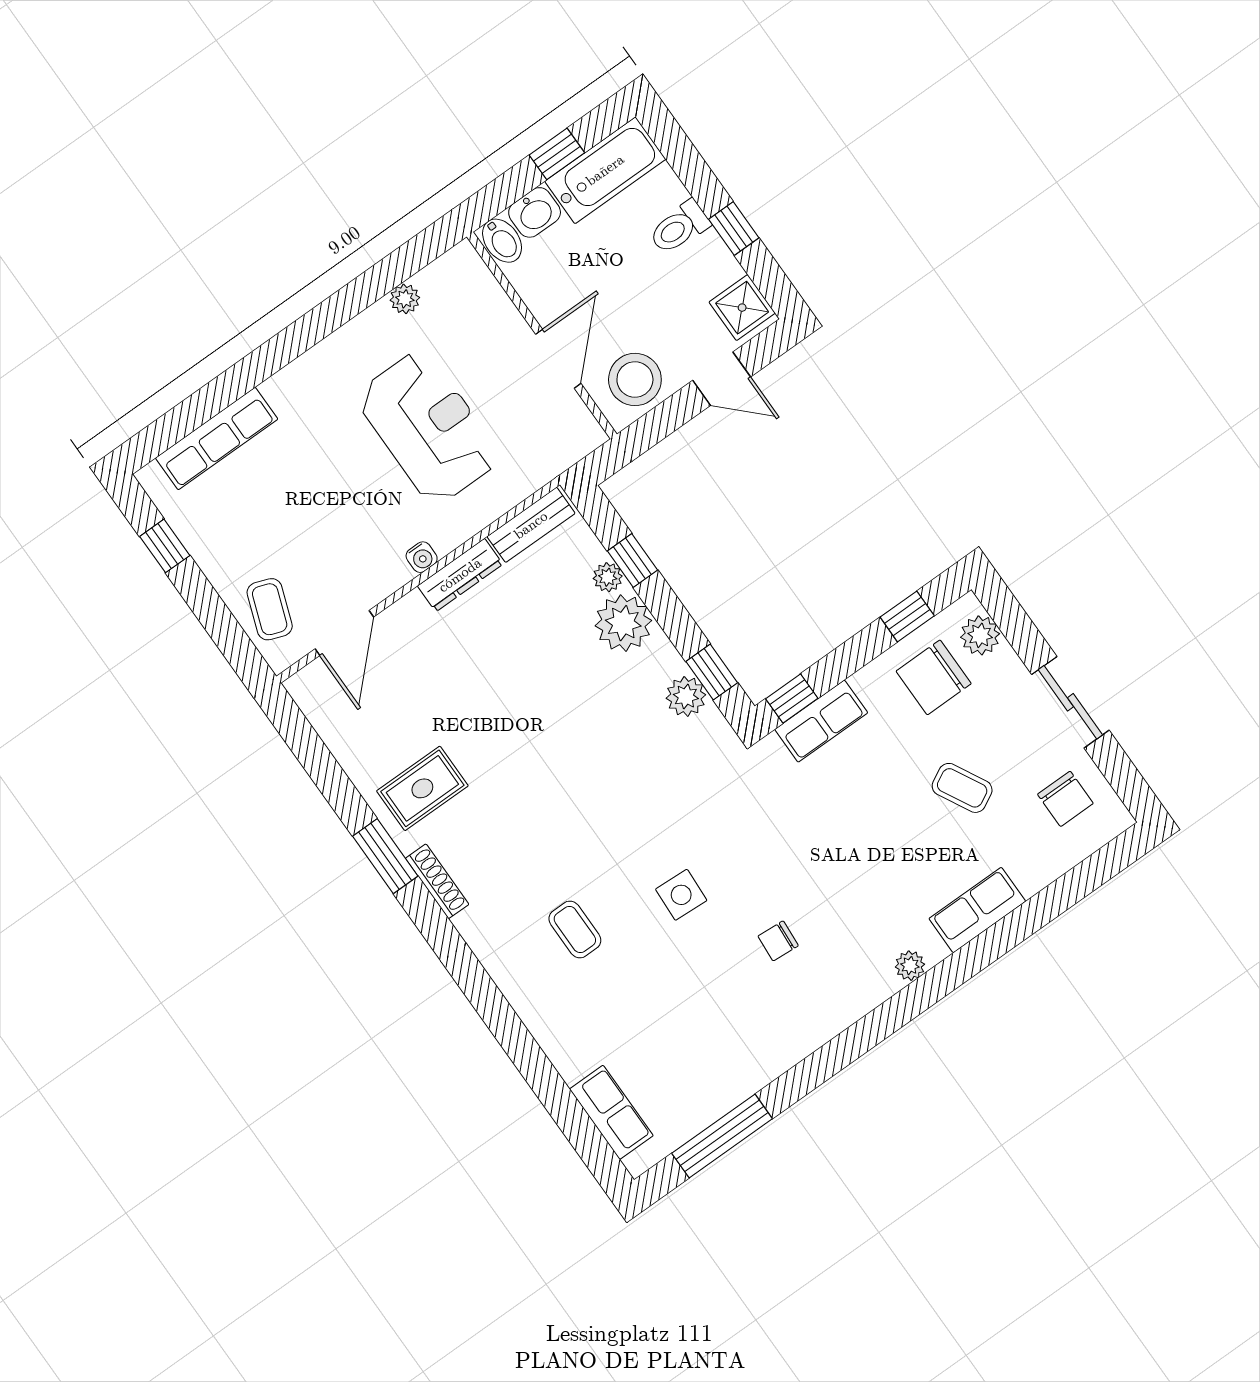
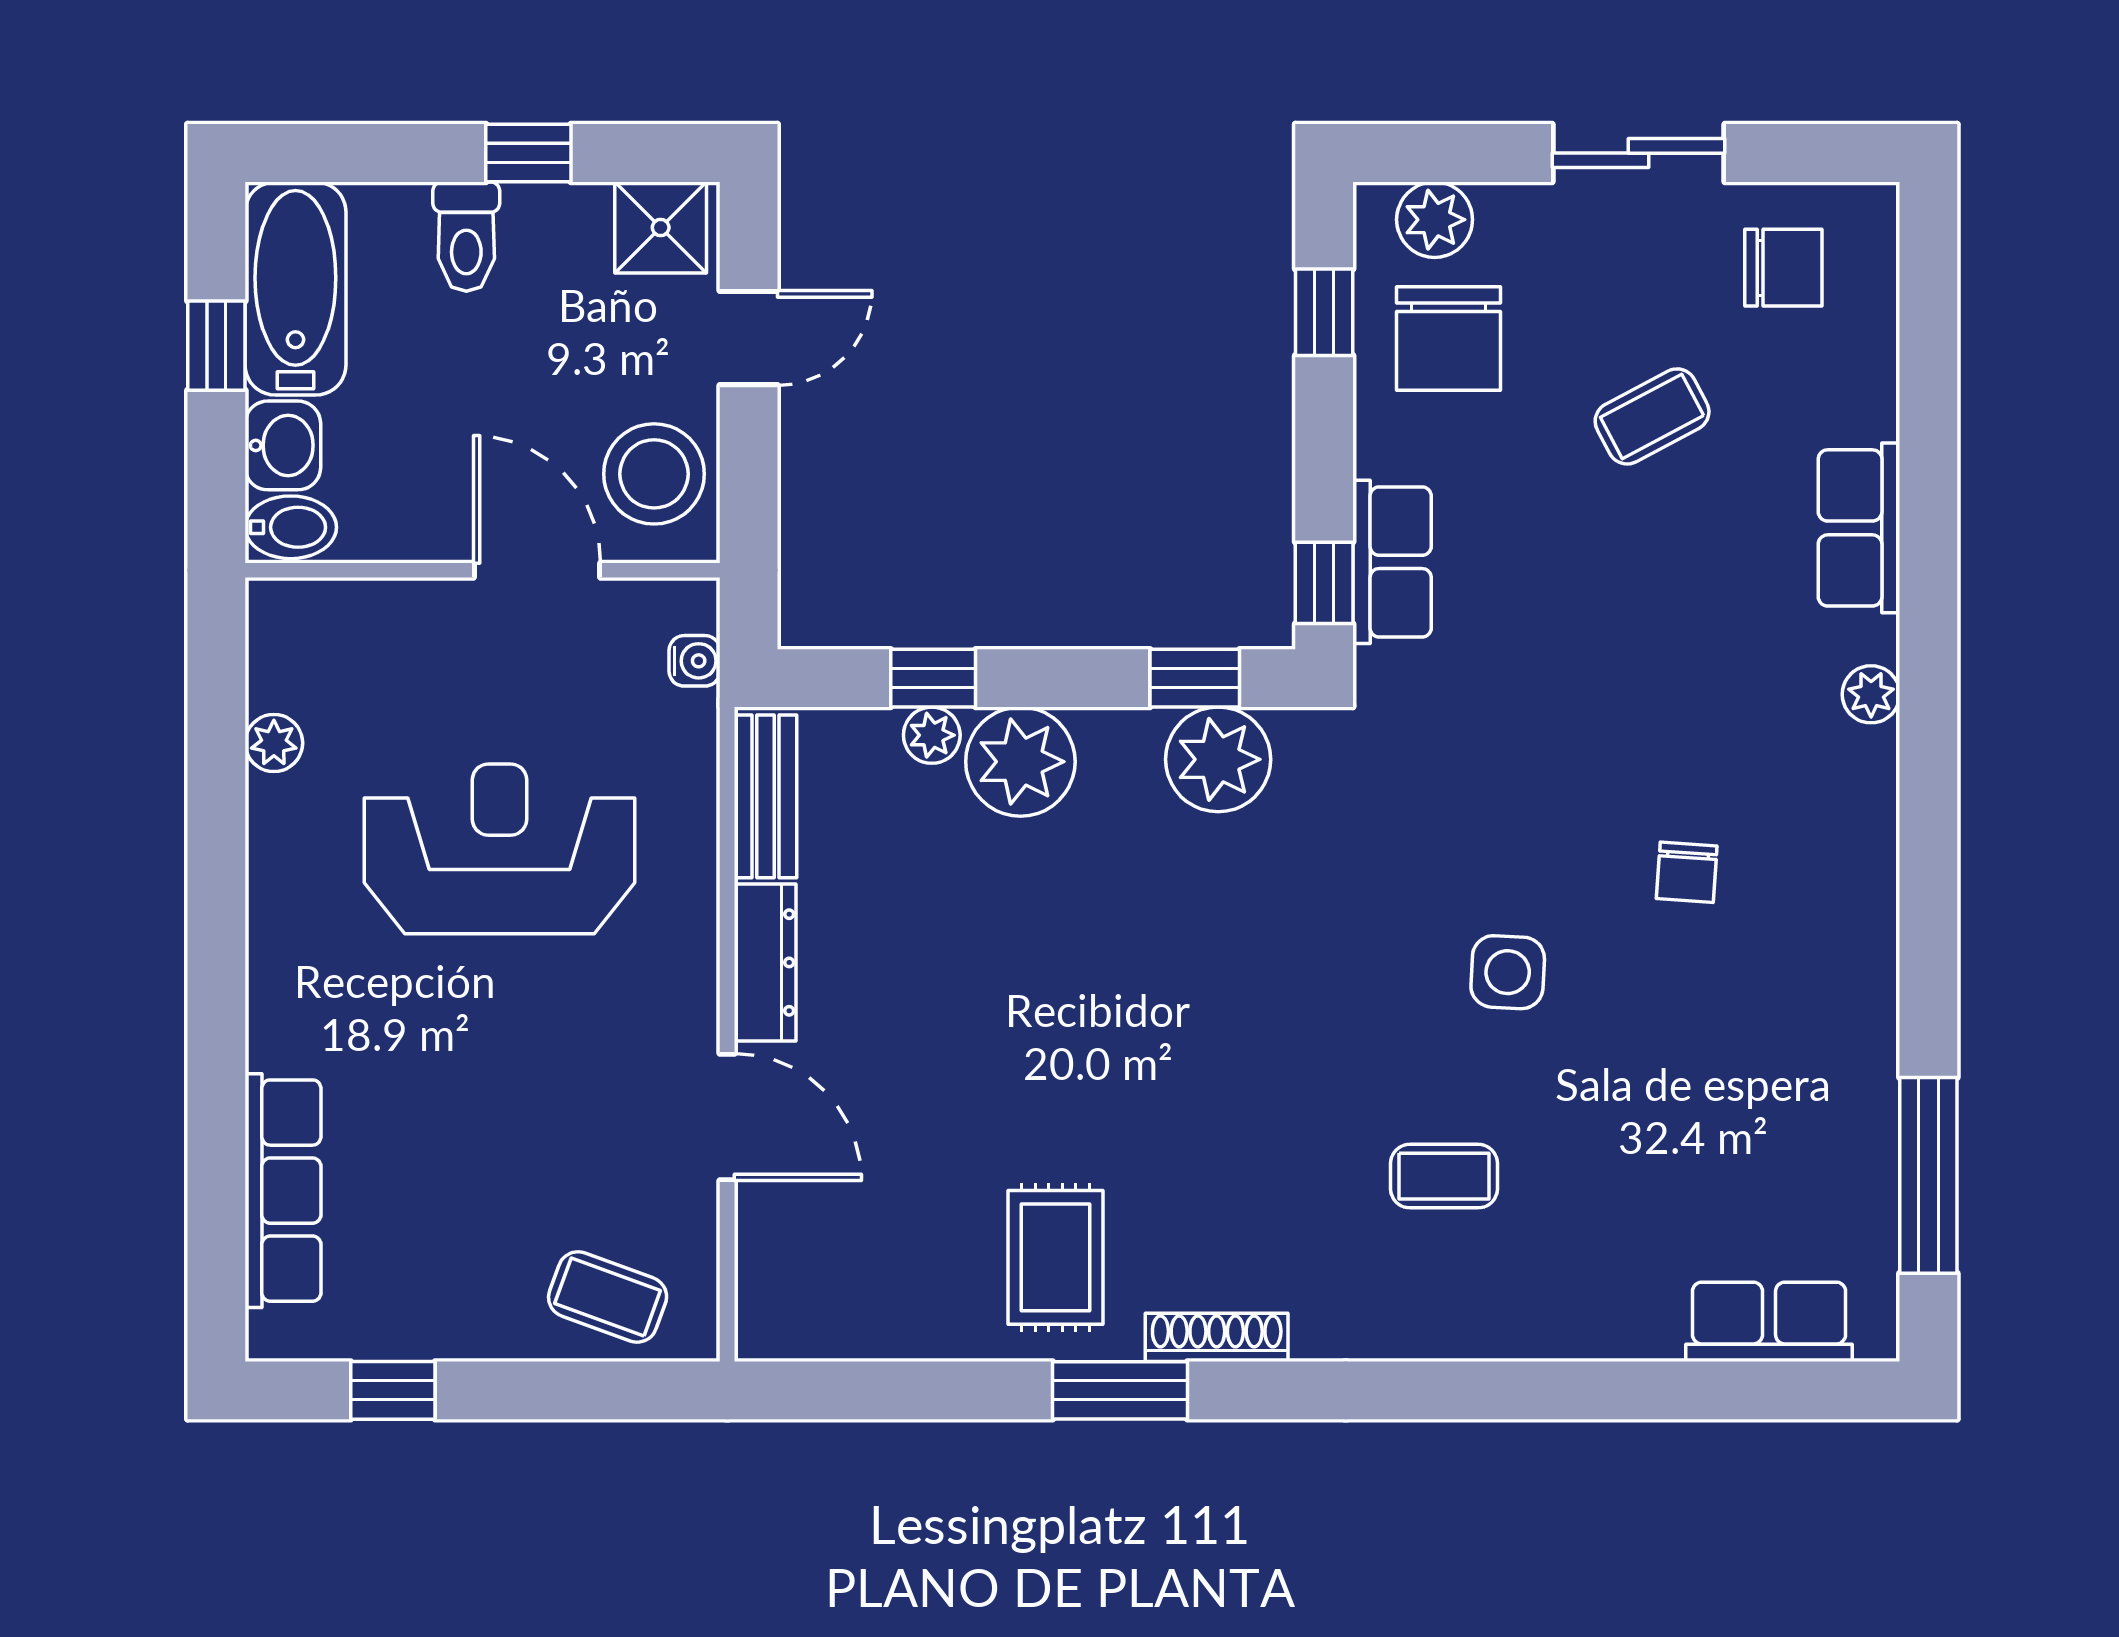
water cooler: (422, 557) -> (695, 661), moved
door: (344, 633) -> (727, 1117), moved
plant: (686, 697) -> (1218, 759), width x1.36, depth x1.36

